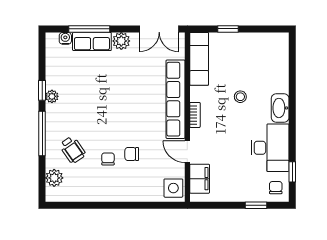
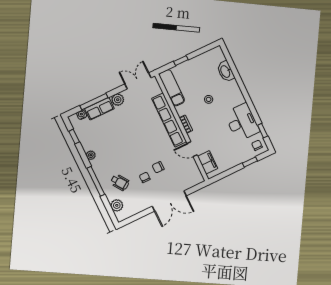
double door: (159, 29) -> (138, 81), swing flipped
window: (42, 90) -> (74, 137), moved
washbasin: (280, 108) -> (226, 71), moved
side table: (173, 188) -> (194, 176), removed
double door: (125, 205) -> (169, 201), added

